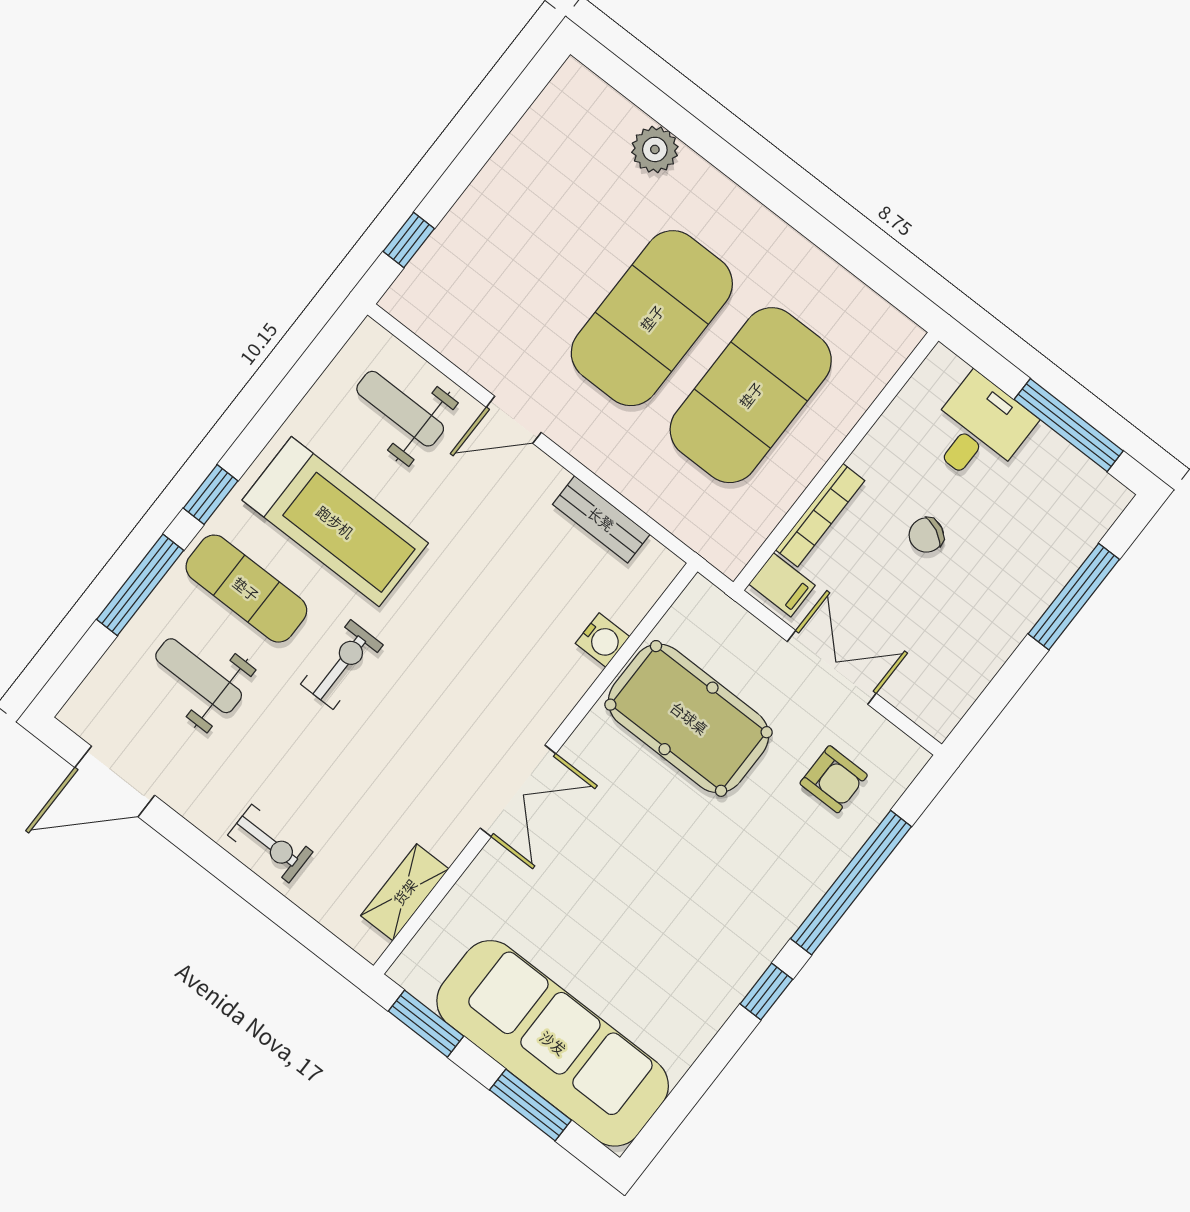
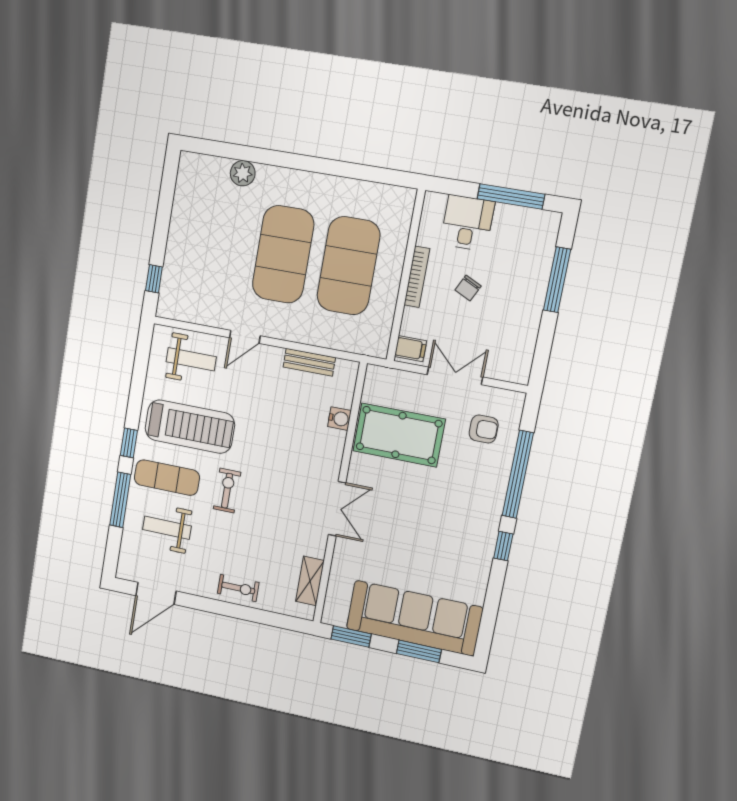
weight bench: (400, 409) -> (191, 359), turned 180
bookcase: (820, 515) -> (417, 277), moved

